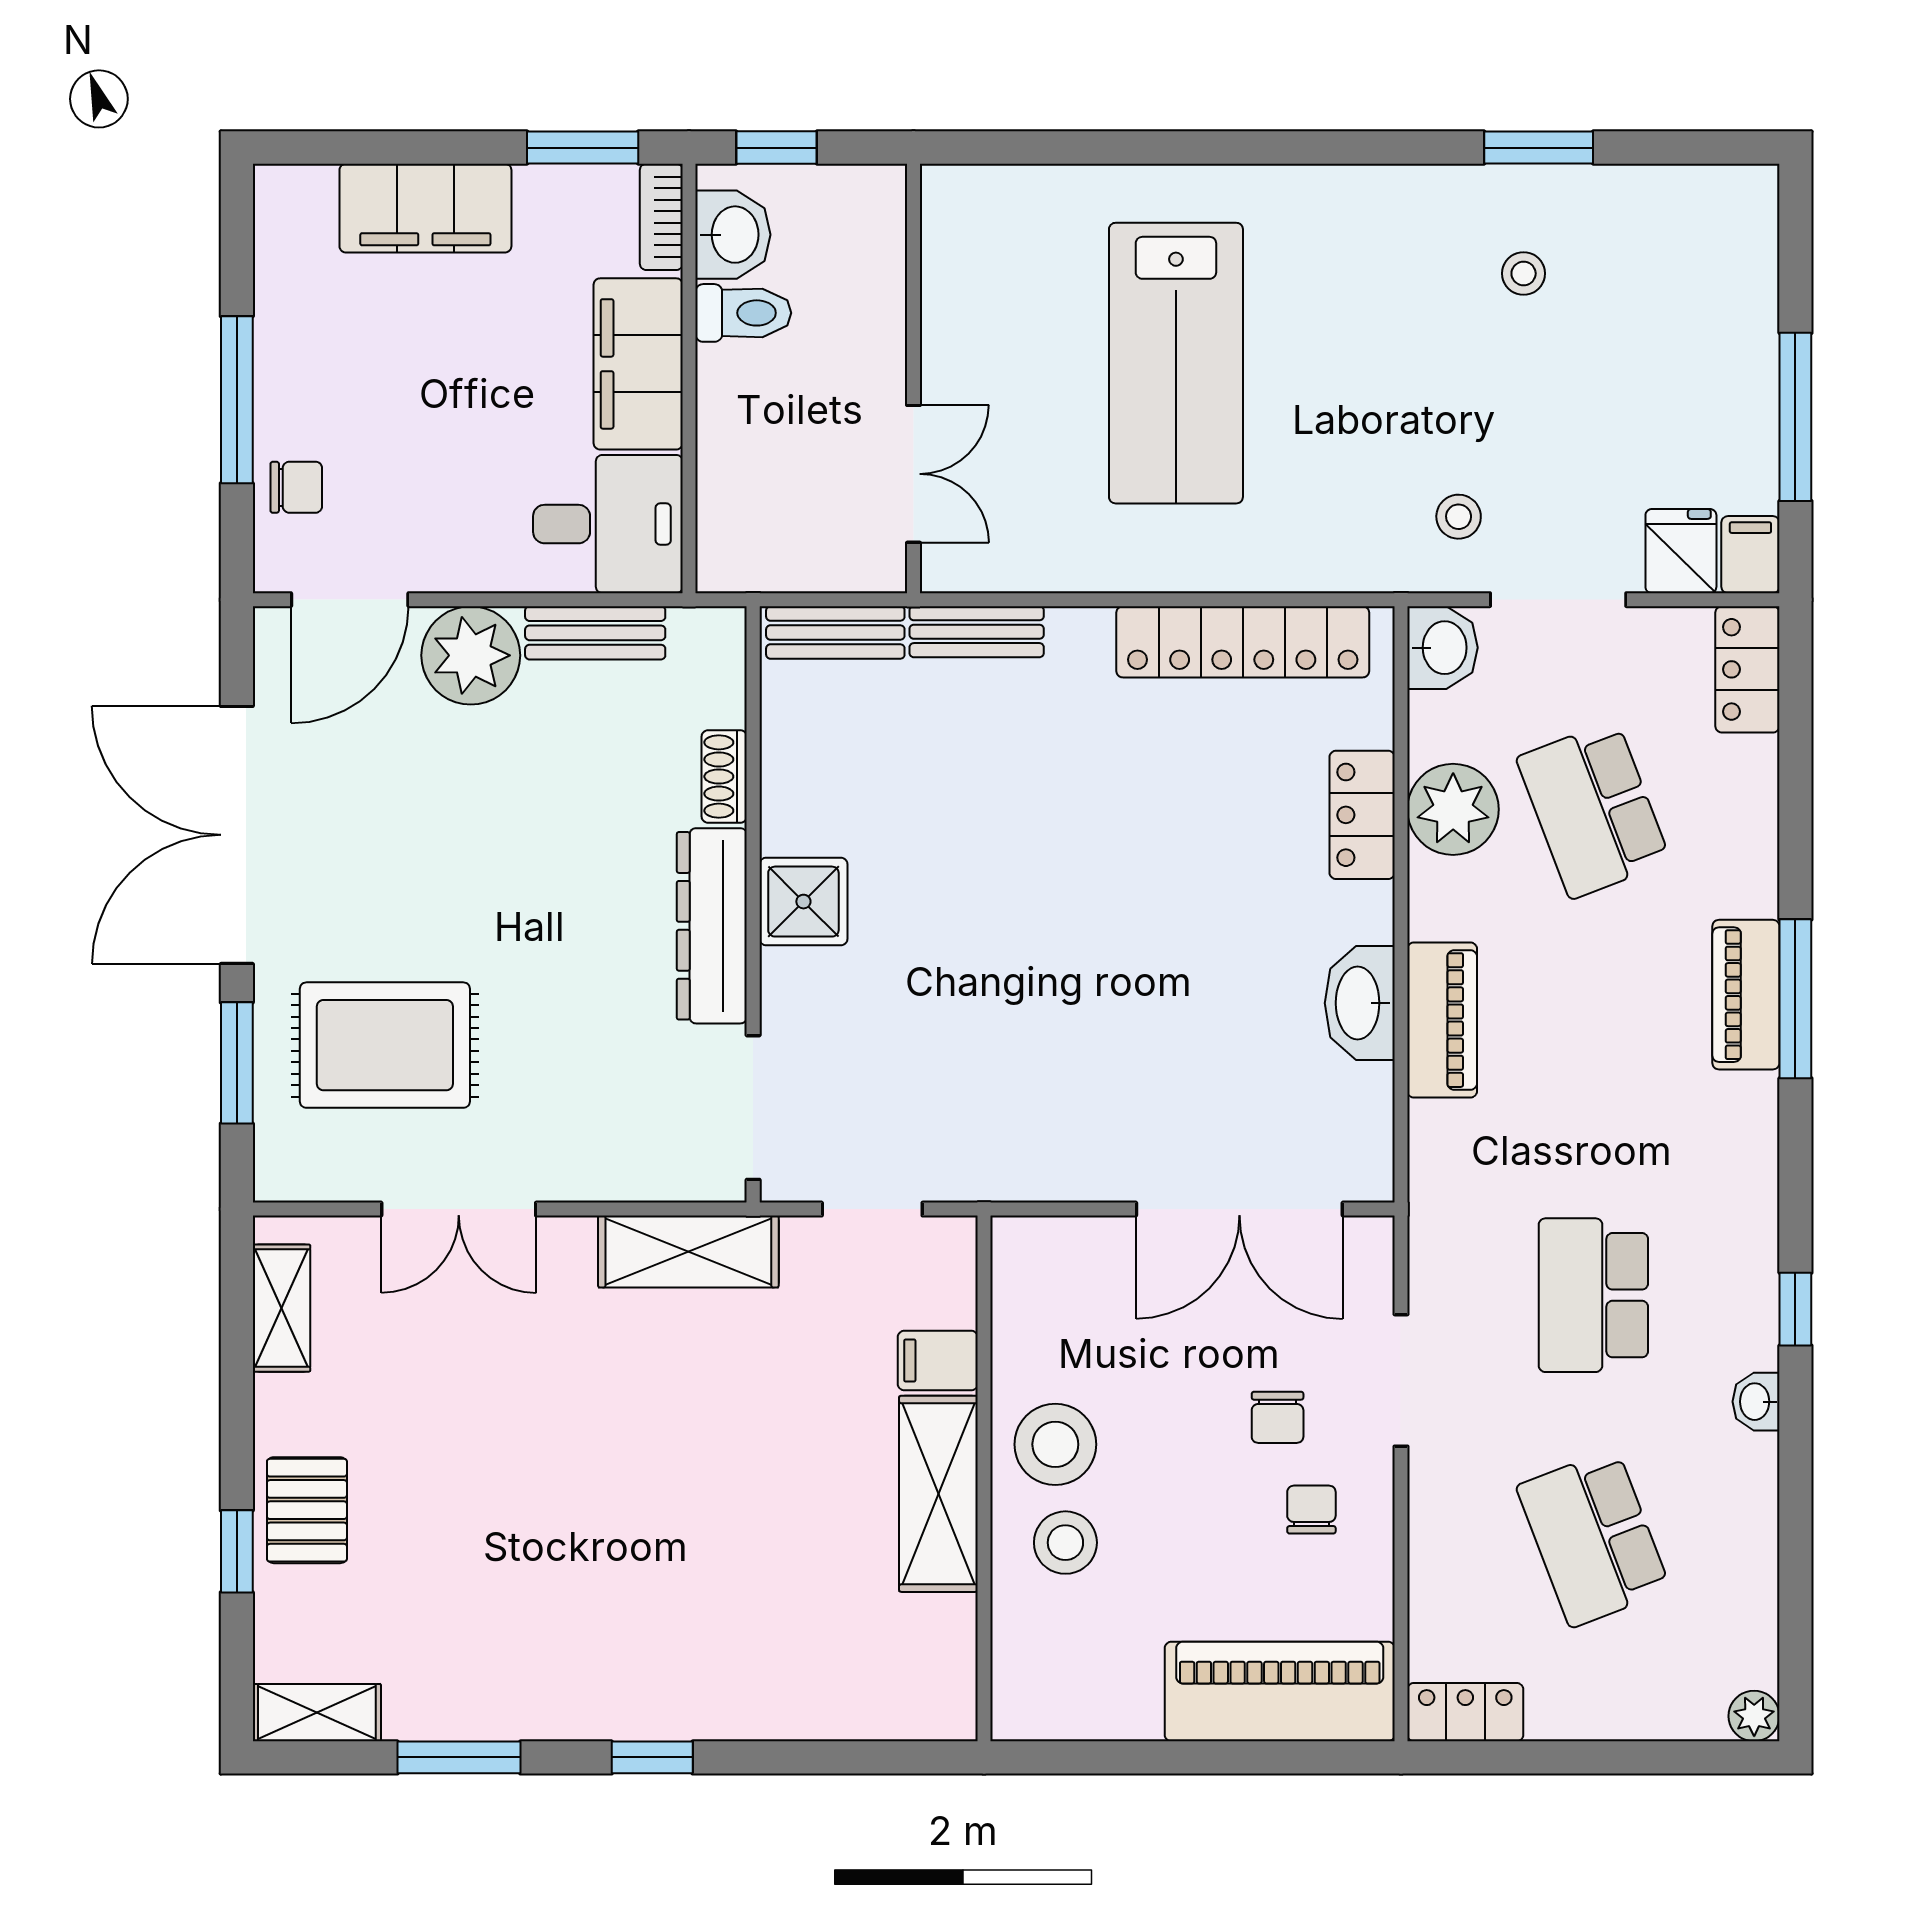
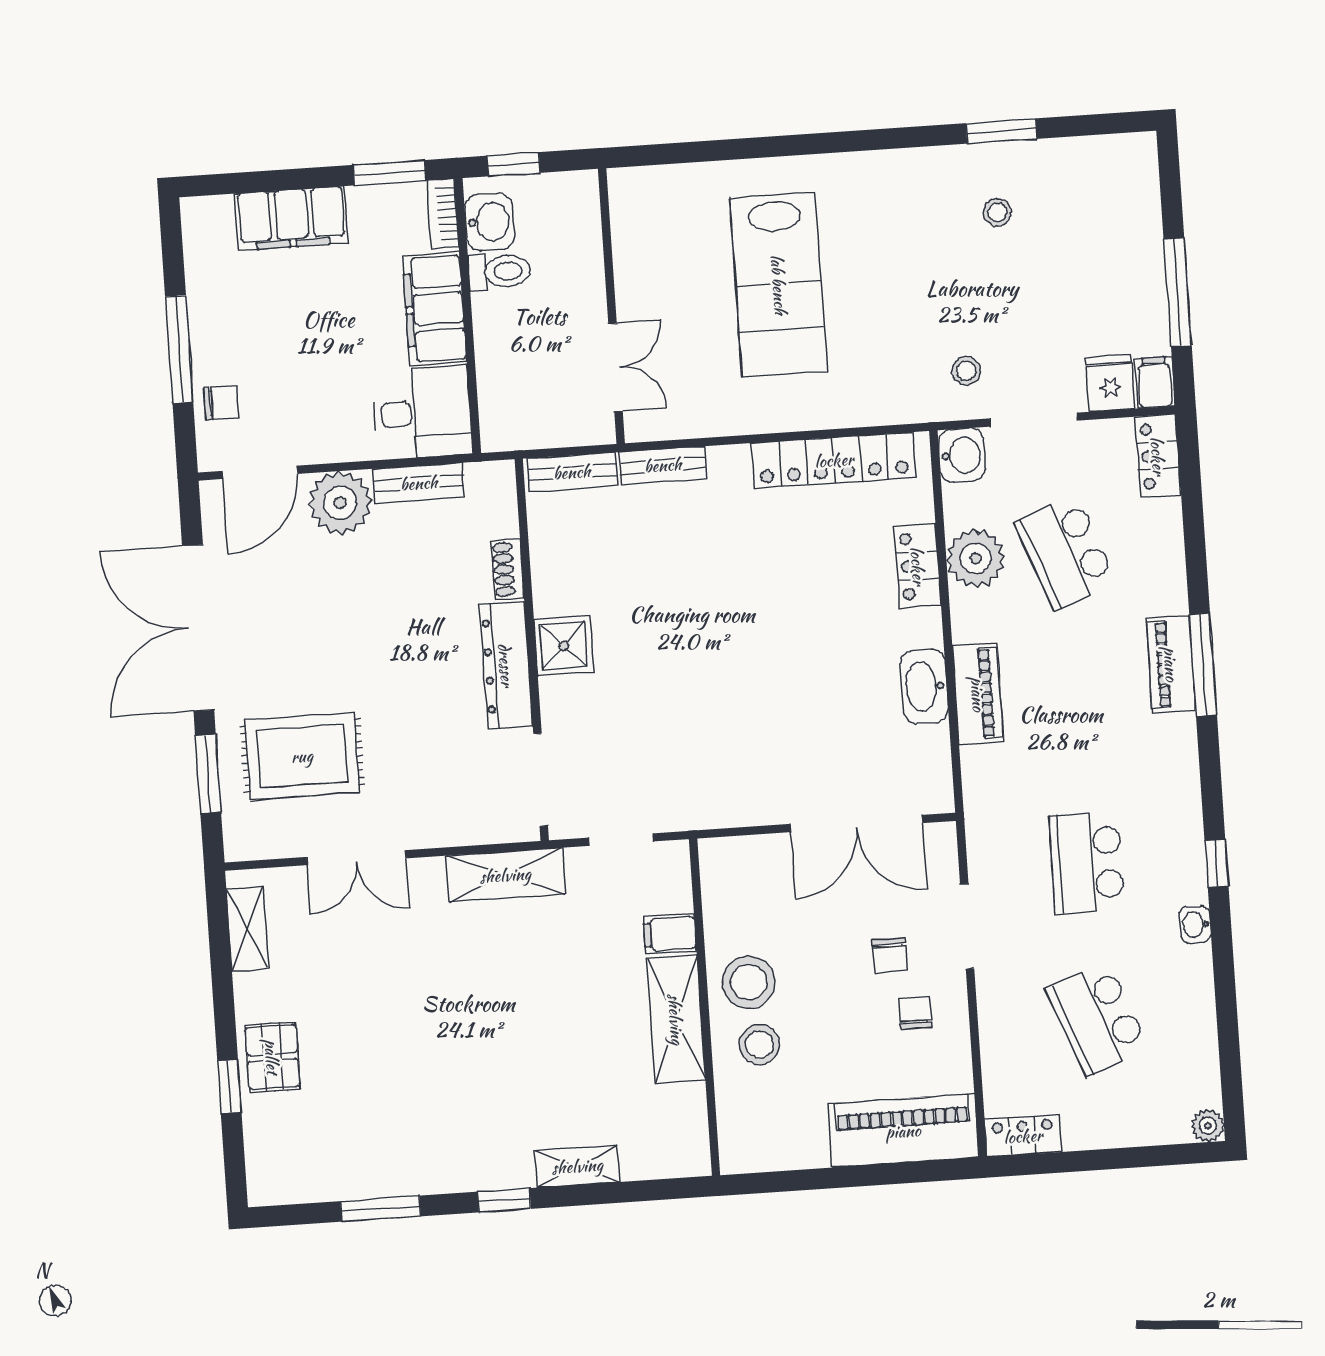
shelving: (317, 1713) -> (577, 1166), moved

